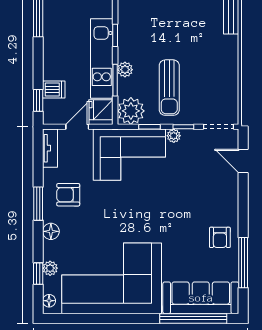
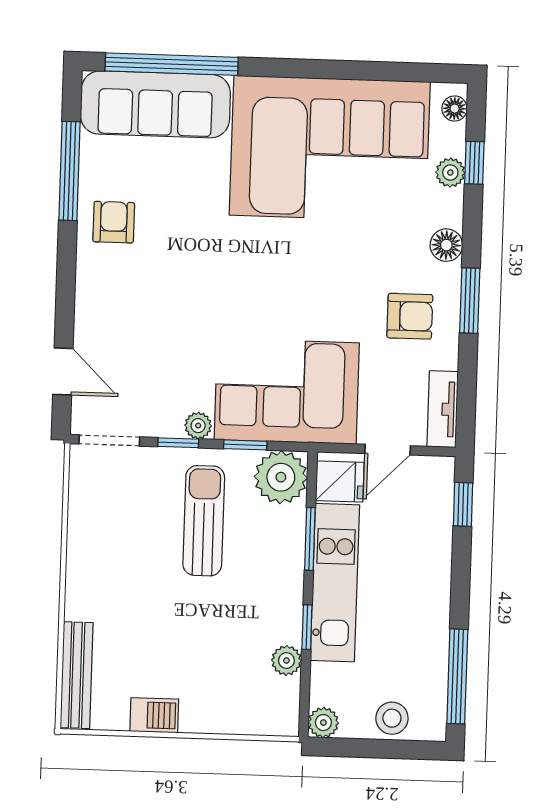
plant: (125, 70) -> (286, 660), moved
dishwasher: (54, 90) -> (431, 525), removed

